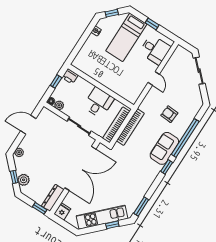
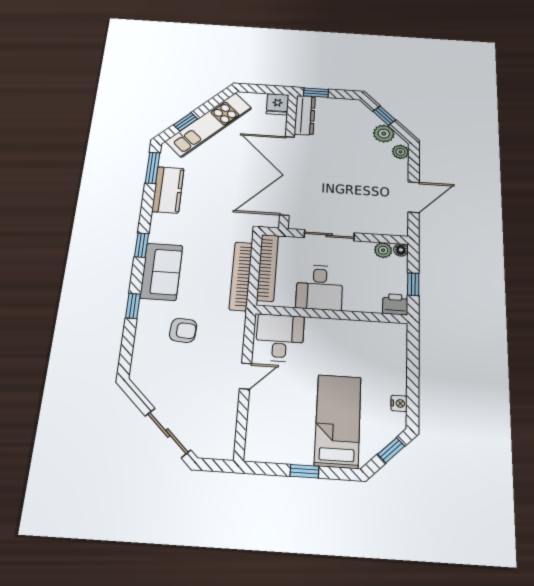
desk: (155, 50) -> (280, 338), moved, turned 90
door: (154, 78) -> (246, 376), swing flipped
window: (185, 138) -> (133, 306), width x0.32
plant: (24, 180) -> (384, 134), moved
kitchen counter: (140, 190) -> (168, 190), added

